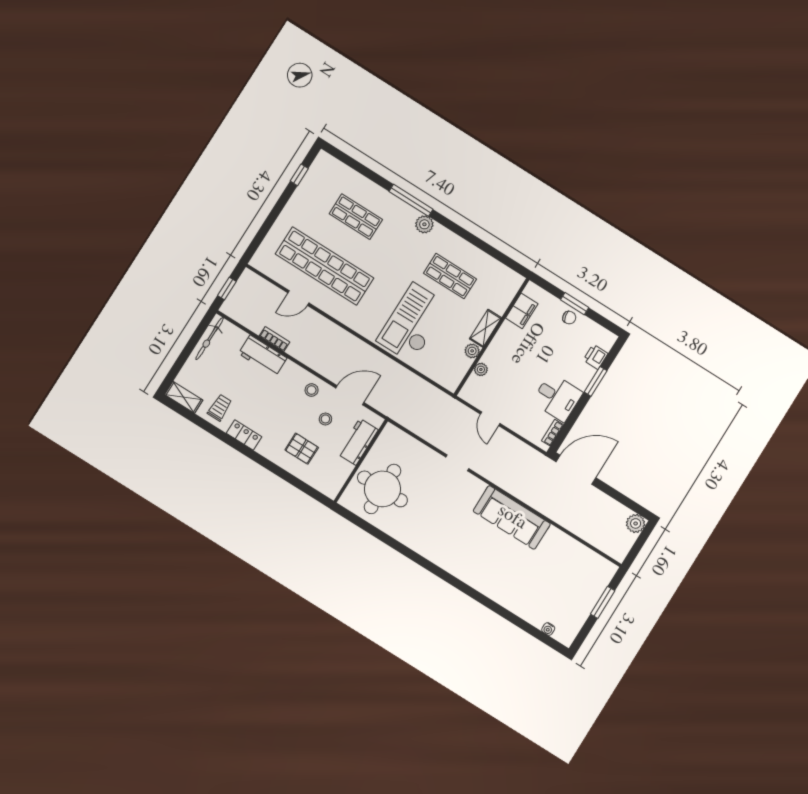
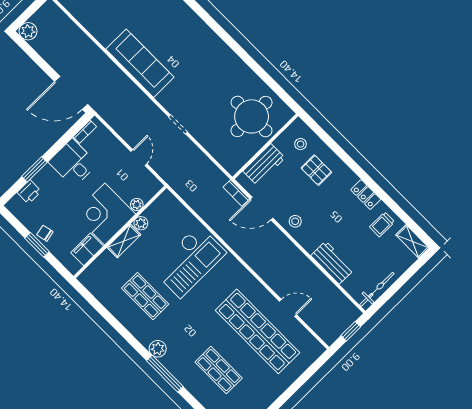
bookcase: (275, 339) -> (236, 193), moved
corner desk: (512, 352) -> (105, 214), added
stool: (325, 419) -> (301, 144), moved

